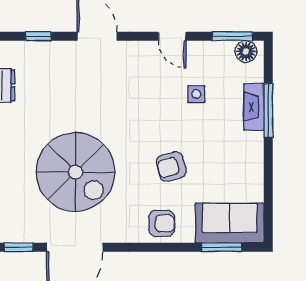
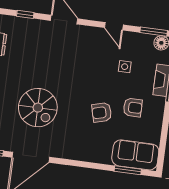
spiral stairs: (75, 172) -> (38, 108), width x0.73, depth x0.73
armchair: (162, 223) -> (133, 107), moved

